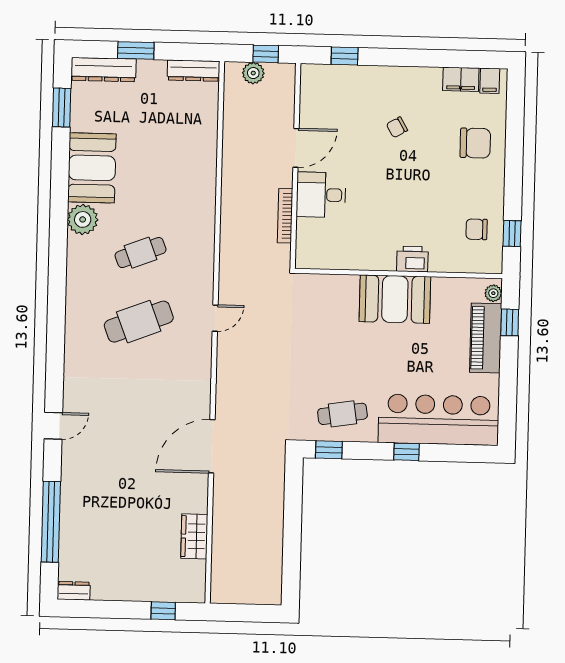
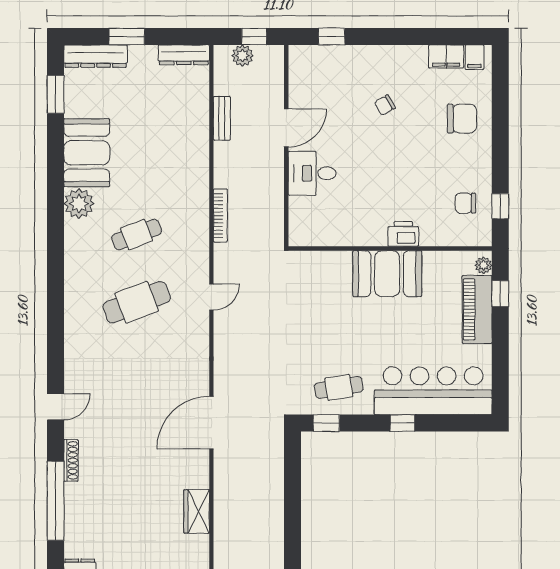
bench: (231, 136) -> (222, 118), added
bookcase: (285, 216) -> (220, 215), moved, turned 180
shoe rack: (68, 481) -> (71, 460), added

